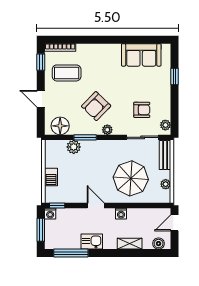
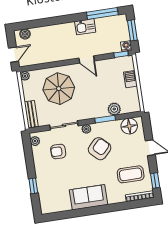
sofa: (141, 55) -> (88, 197), moved
sliding door: (143, 137) -> (64, 125), moved
plant: (166, 184) -> (25, 76), moved
washing machine: (121, 214) -> (63, 56), removed
shelving: (130, 244) -> (51, 30), removed

